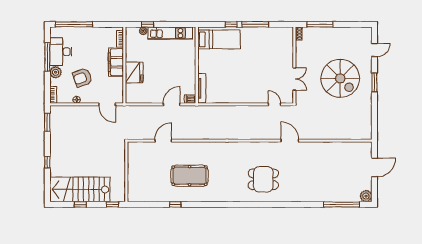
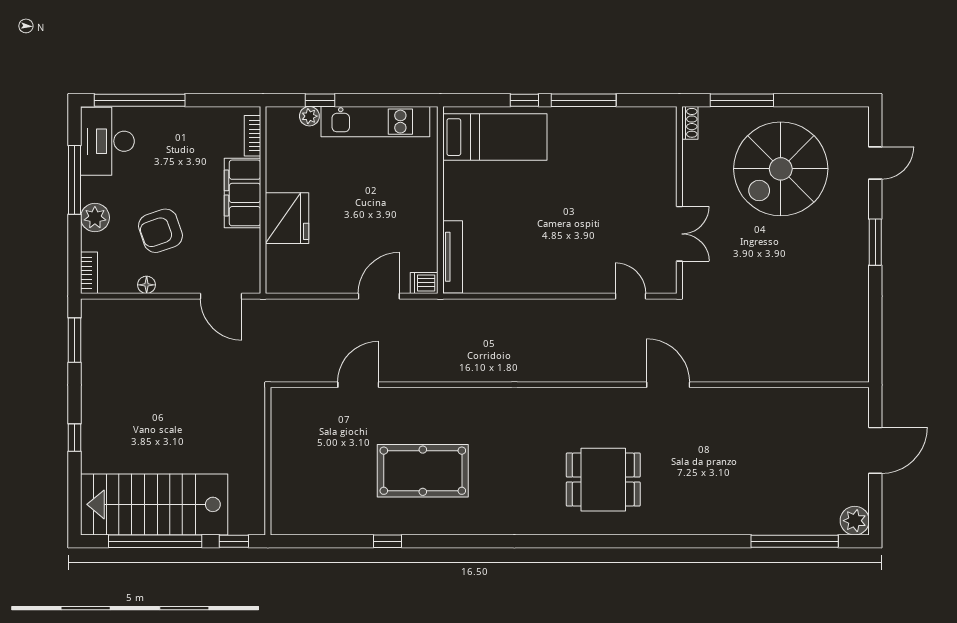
desk: (61, 52) -> (107, 141), moved
spiral stairs: (340, 78) -> (781, 169), moved, turned 90
window: (80, 205) -> (155, 541), width x3.17

